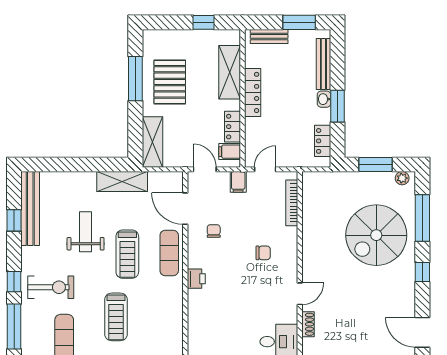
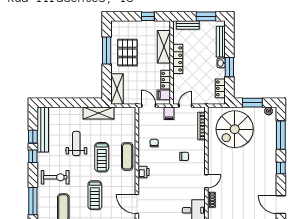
door: (185, 209) -> (137, 204), moved
spiral stairs: (376, 235) -> (235, 129), moved
window: (14, 282) -> (33, 156), moved

